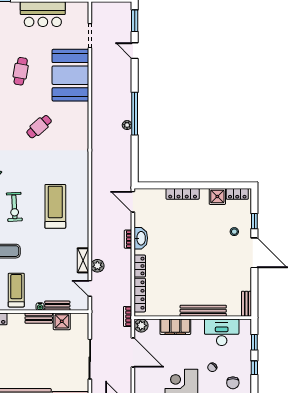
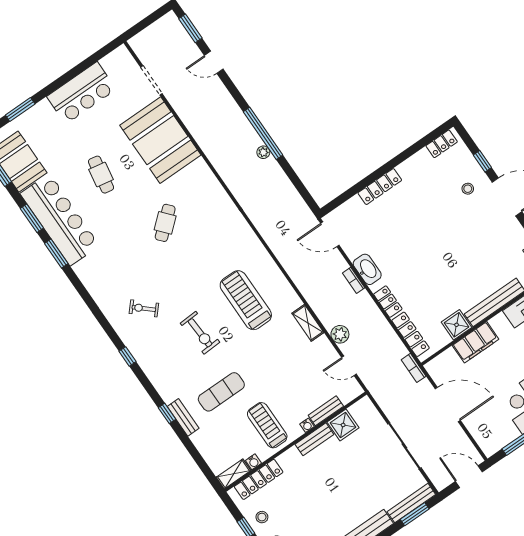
shower: (217, 196) -> (457, 325), moved
shelving: (83, 260) -> (308, 323), moved
plant: (141, 326) -> (436, 367), removed

